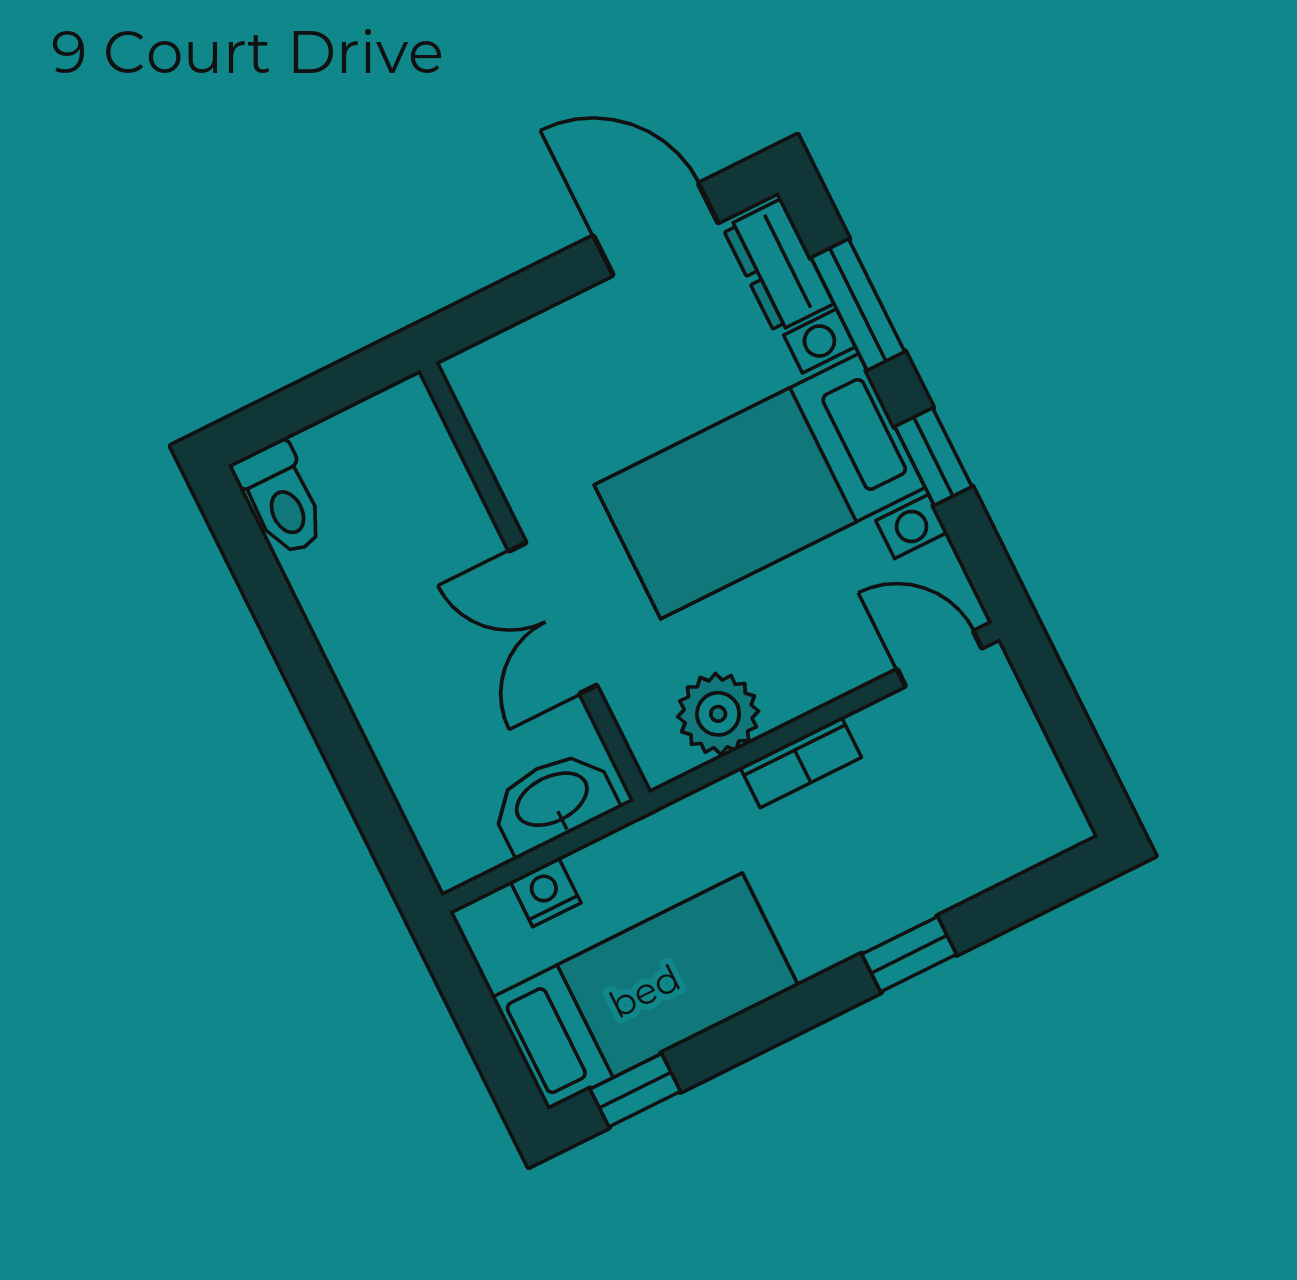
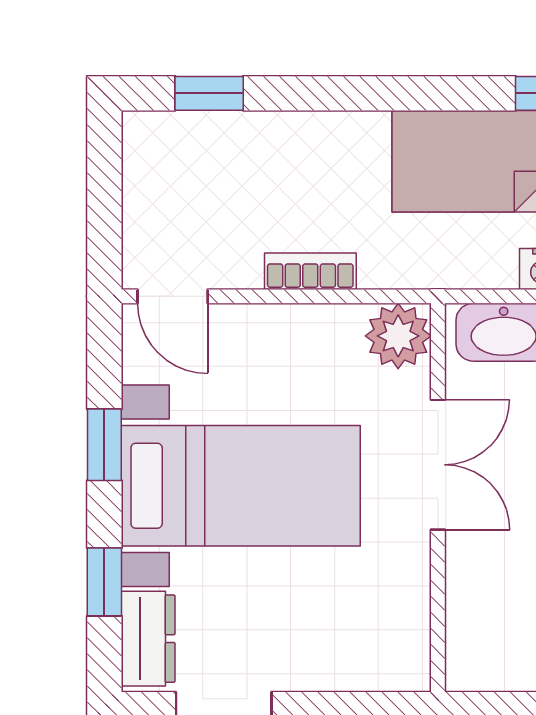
window: (858, 305) -> (104, 582), width x0.67
plant: (718, 714) -> (398, 336), moved
window: (909, 954) -> (209, 93), moved

